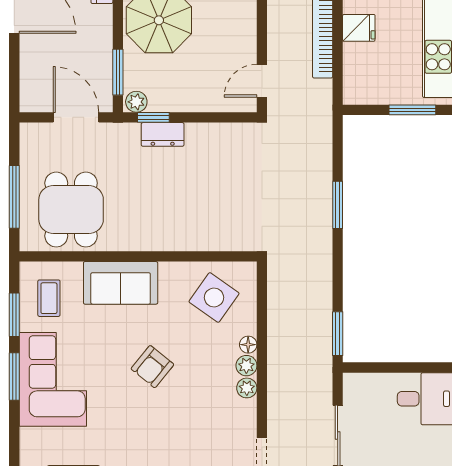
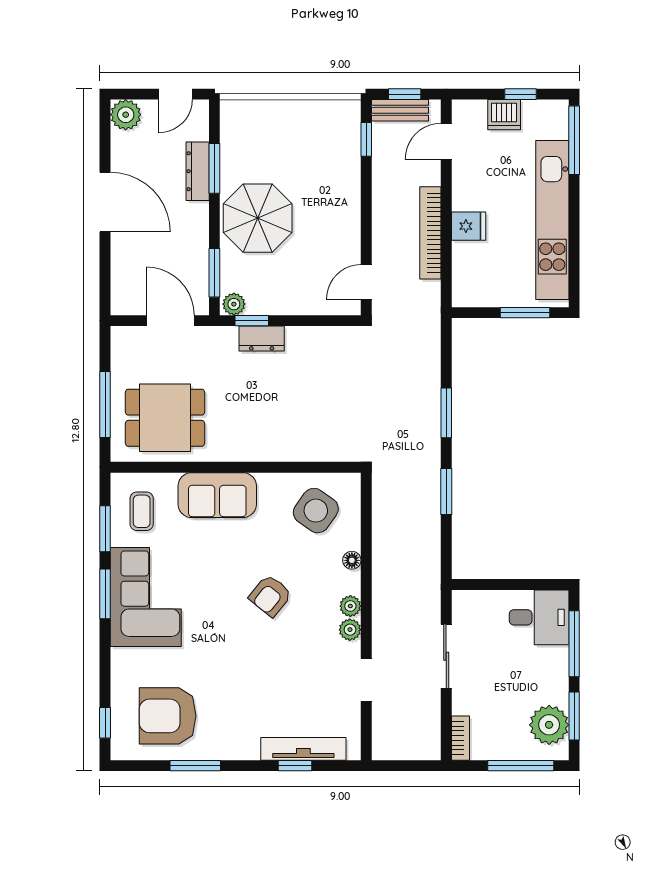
dining table: (71, 210) -> (165, 418), turned 90
window: (338, 334) -> (446, 492), moved
plant: (246, 366) -> (350, 630), moved
armchair: (152, 367) -> (270, 596), moved

